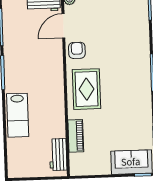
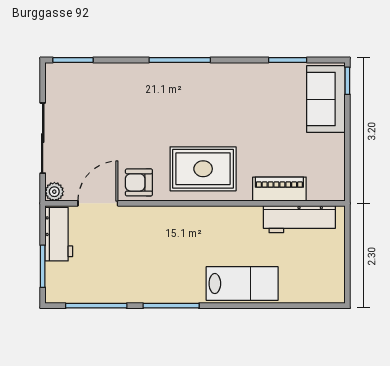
door: (63, 26) -> (98, 203), swing flipped
workbench: (58, 155) -> (299, 219), width x1.38

